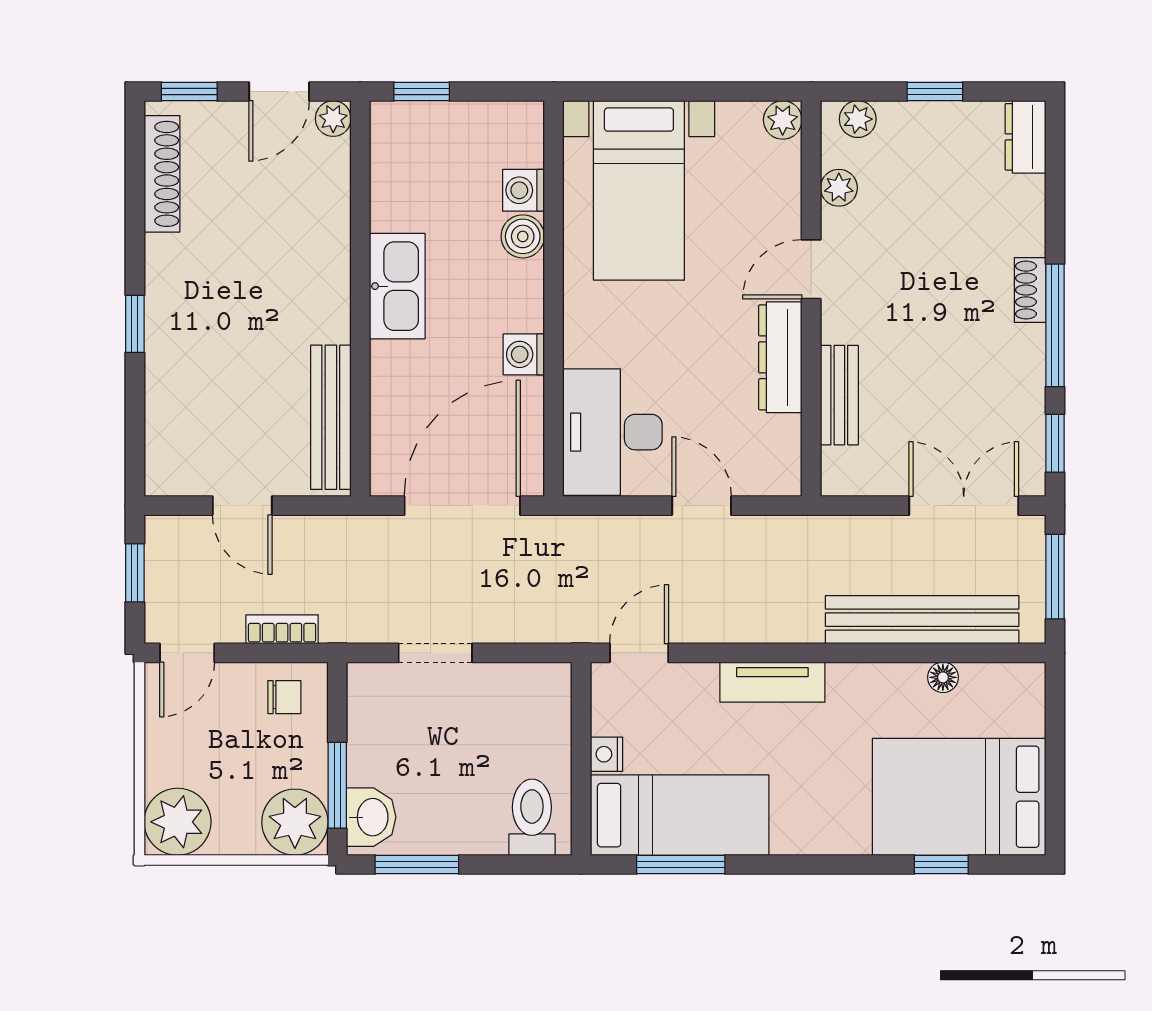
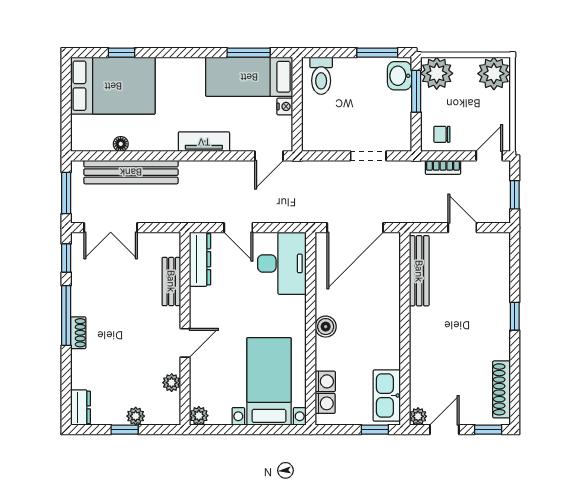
plant: (858, 119) -> (136, 416), moved
boiler: (523, 236) -> (326, 327), moved
kitchen sink: (397, 286) -> (387, 396), moved
washing machine: (524, 354) -> (325, 403), moved
dresser: (780, 357) -> (200, 259), moved

